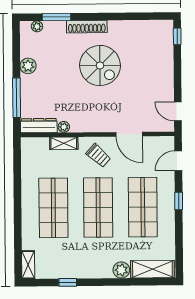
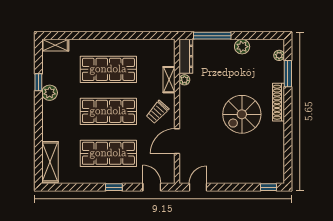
plant: (121, 270) -> (50, 93), moved

